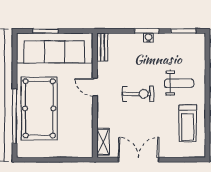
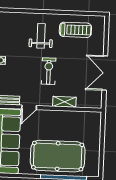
door: (95, 87) -> (29, 107), moved
shelving: (103, 142) -> (64, 102), moved

